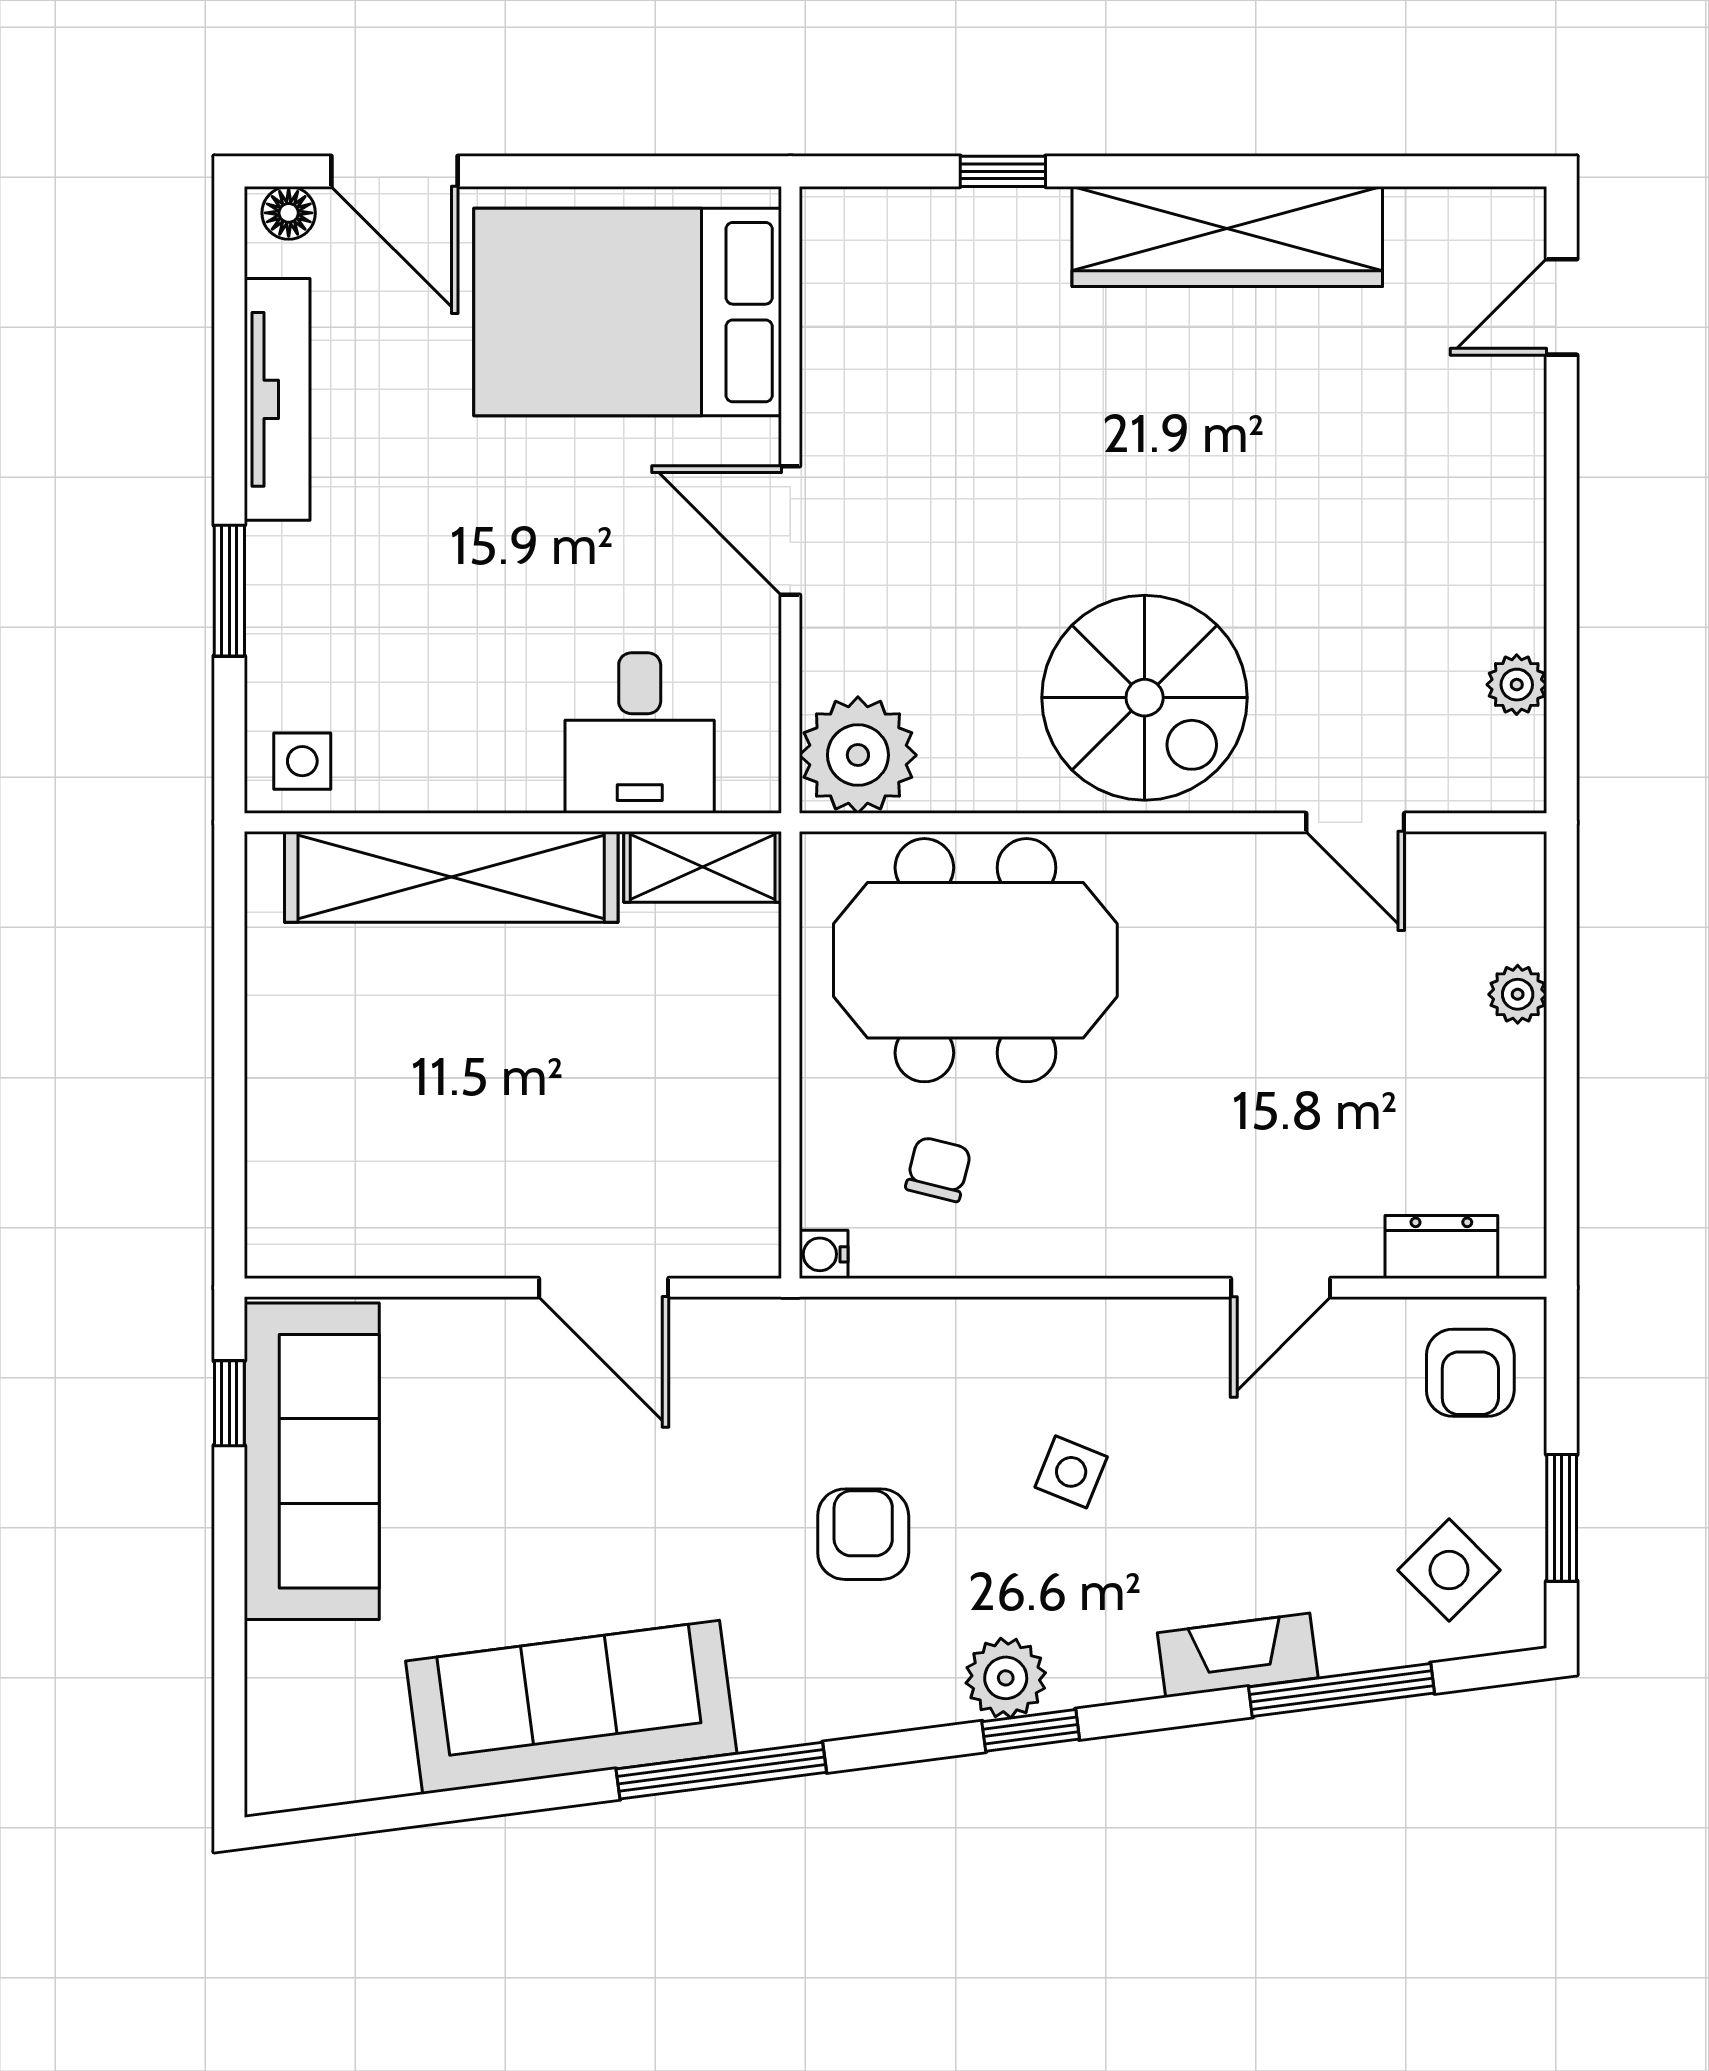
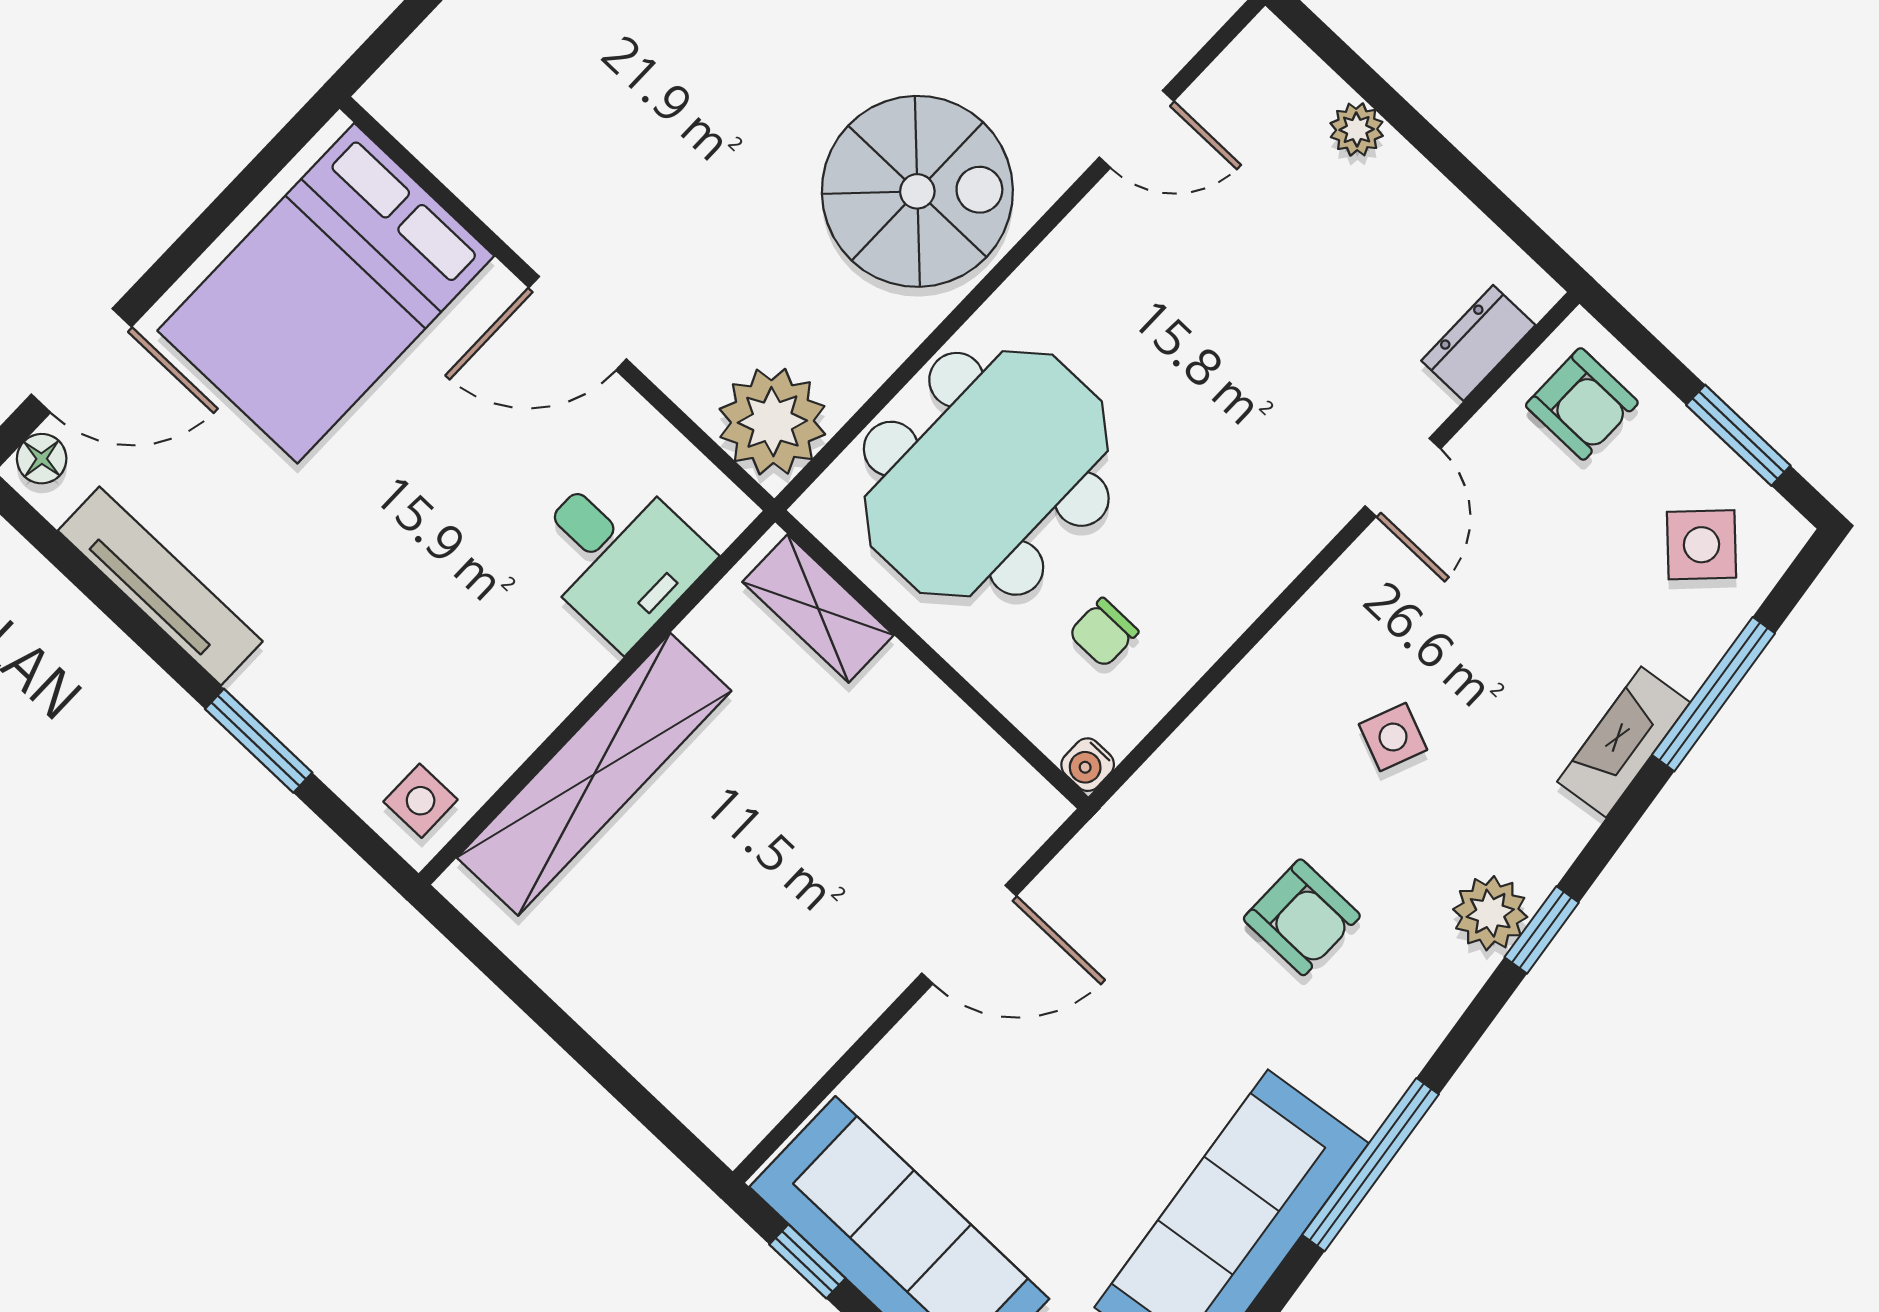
shelving: (703, 867) -> (818, 609), moved, turned 90
chair: (938, 1169) -> (1104, 633), turned -104
armchair: (863, 1534) -> (1302, 917), turned 180

